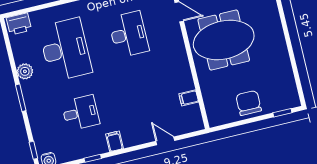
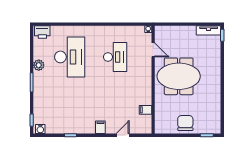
desk: (80, 113) -> (70, 102), removed
filing cabinet: (114, 141) -> (100, 127), moved
door: (165, 141) -> (123, 135), hinge flipped

